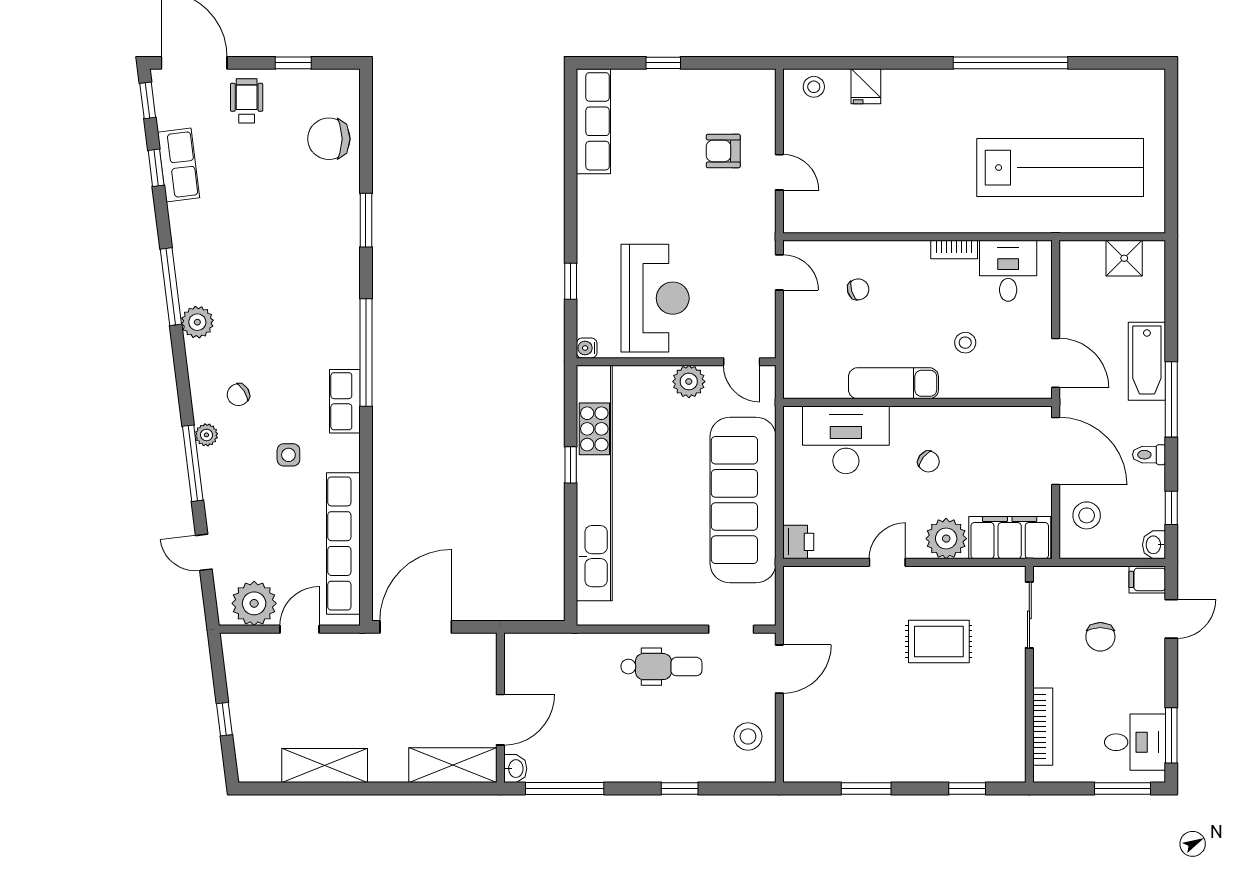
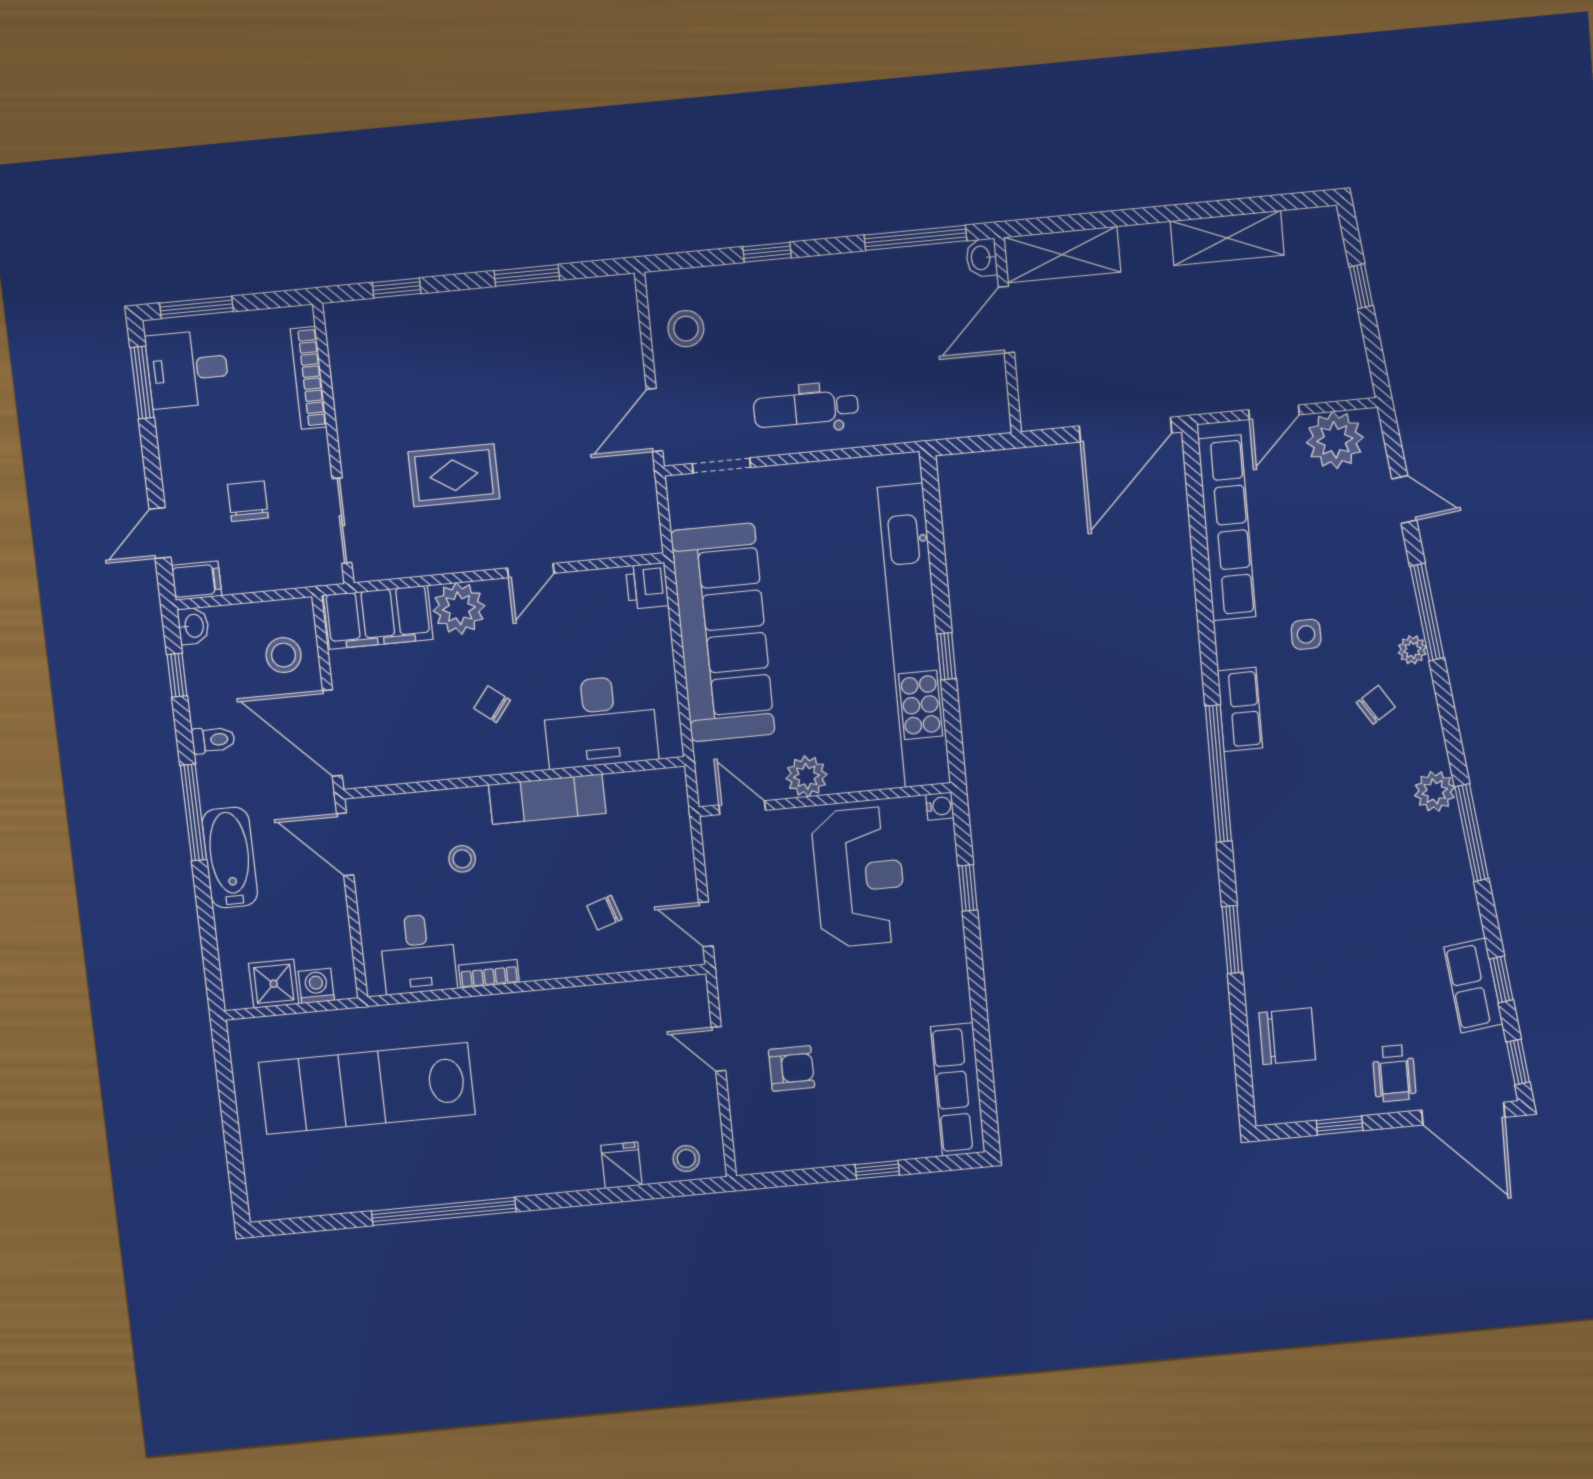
washing machine: (1091, 253) -> (316, 986), added
reception desk: (655, 298) -> (859, 877), turned 180

